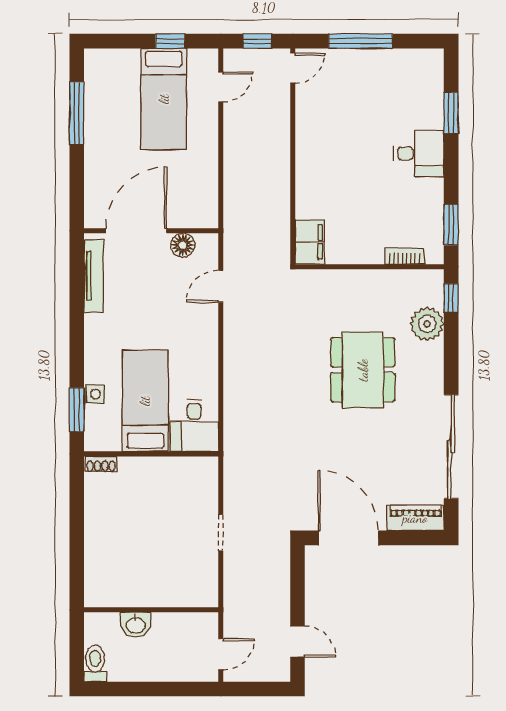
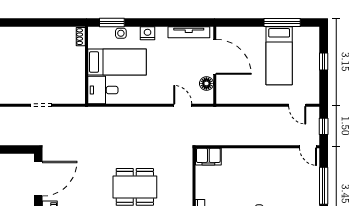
window: (170, 41) -> (324, 62), moved
bed: (164, 99) -> (279, 56), moved, turned -90
nightstand: (95, 348) -> (148, 33), added

